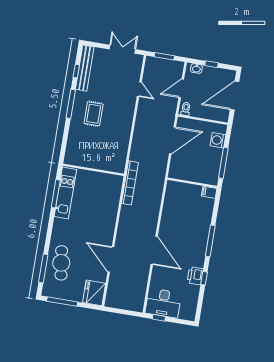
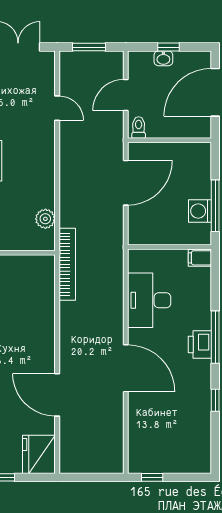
washbasin: (196, 69) -> (163, 58), moved
washing machine: (218, 140) -> (200, 211), moved
plant: (121, 154) -> (45, 219), added
printer: (195, 276) -> (200, 345), moved
desk: (163, 303) -> (149, 300), moved, turned 90

